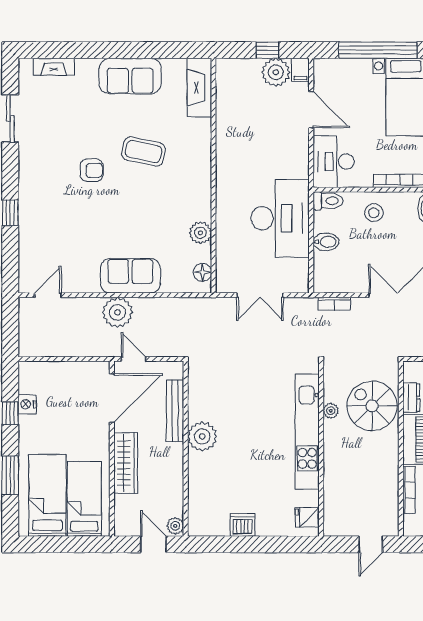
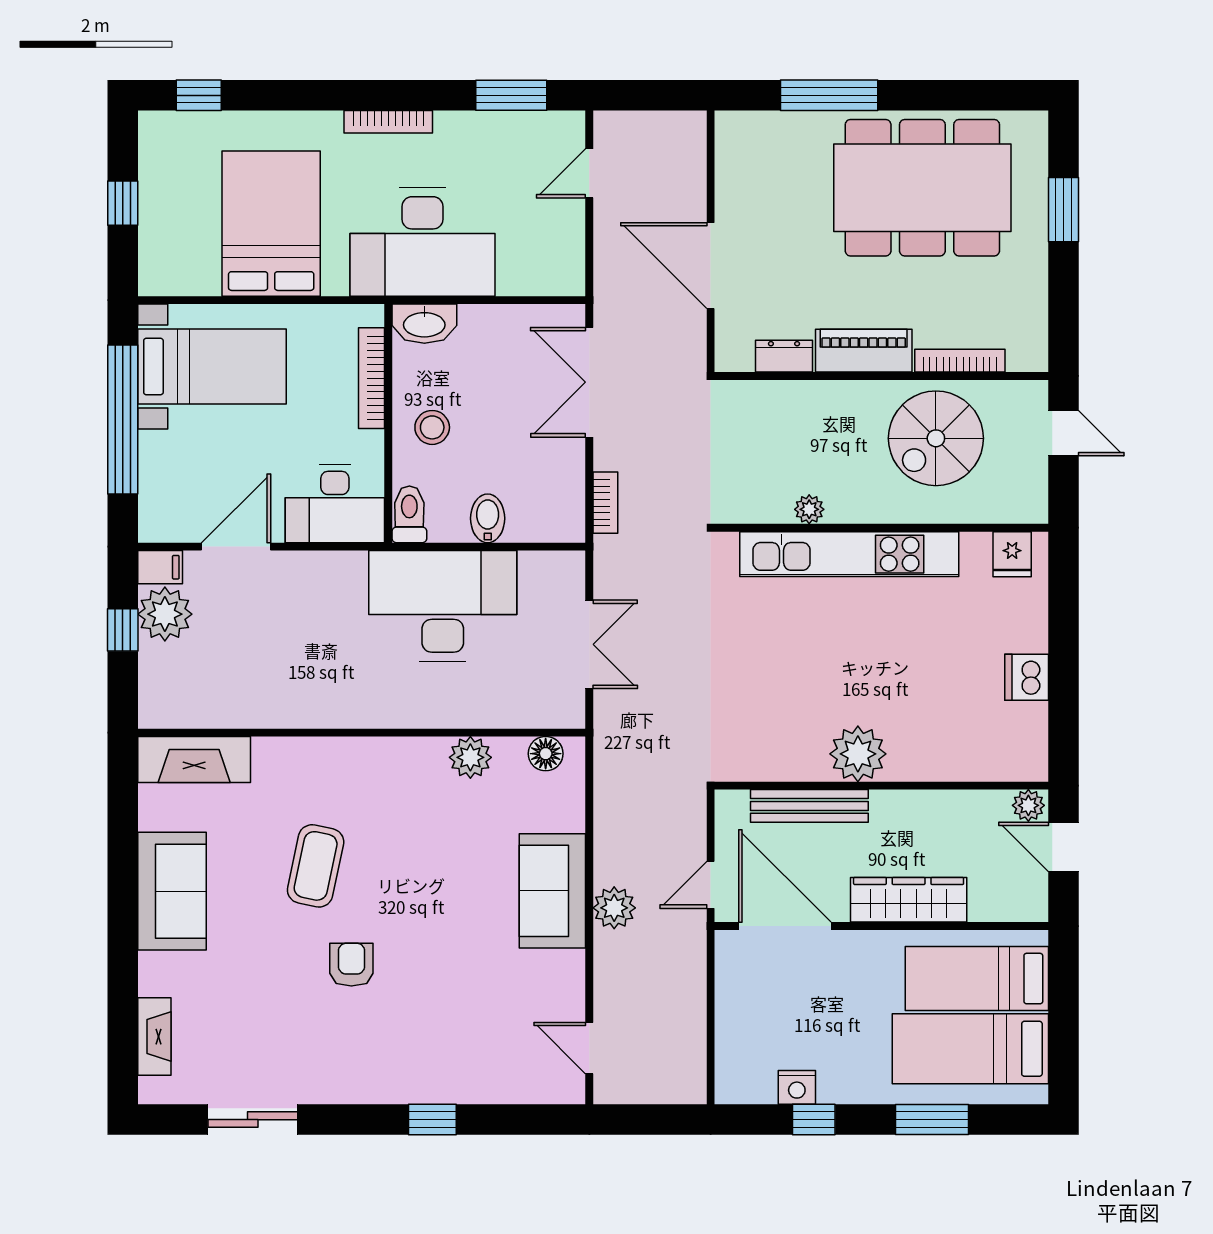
plant: (117, 312) -> (614, 908), width x0.73, depth x0.73
spiral stairs: (372, 406) -> (936, 438), moved
door: (153, 544) -> (1063, 847), hinge flipped

